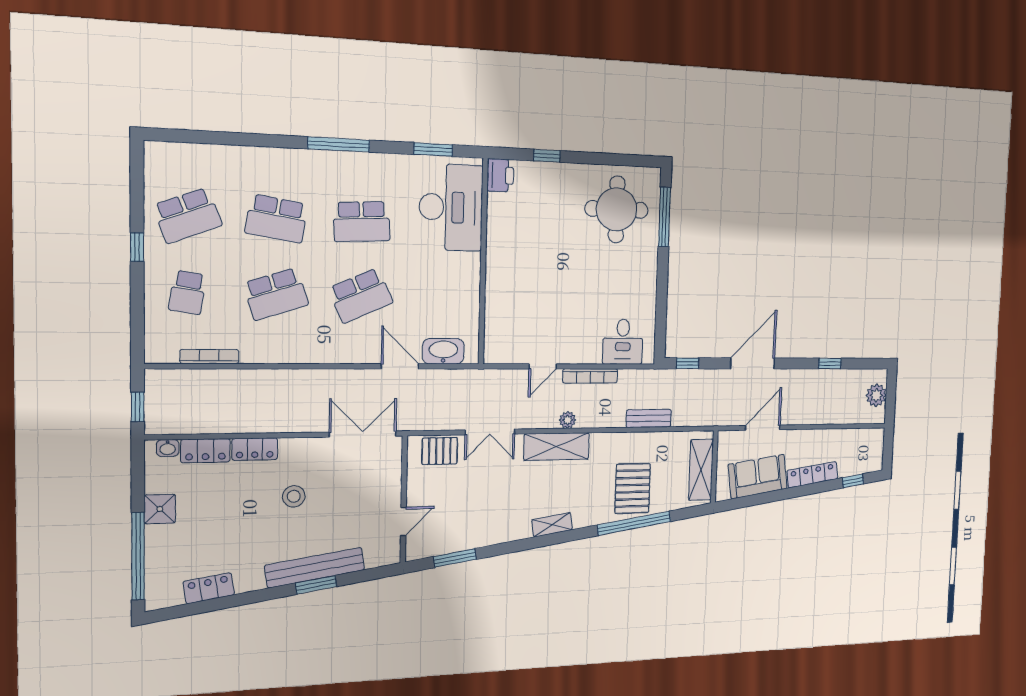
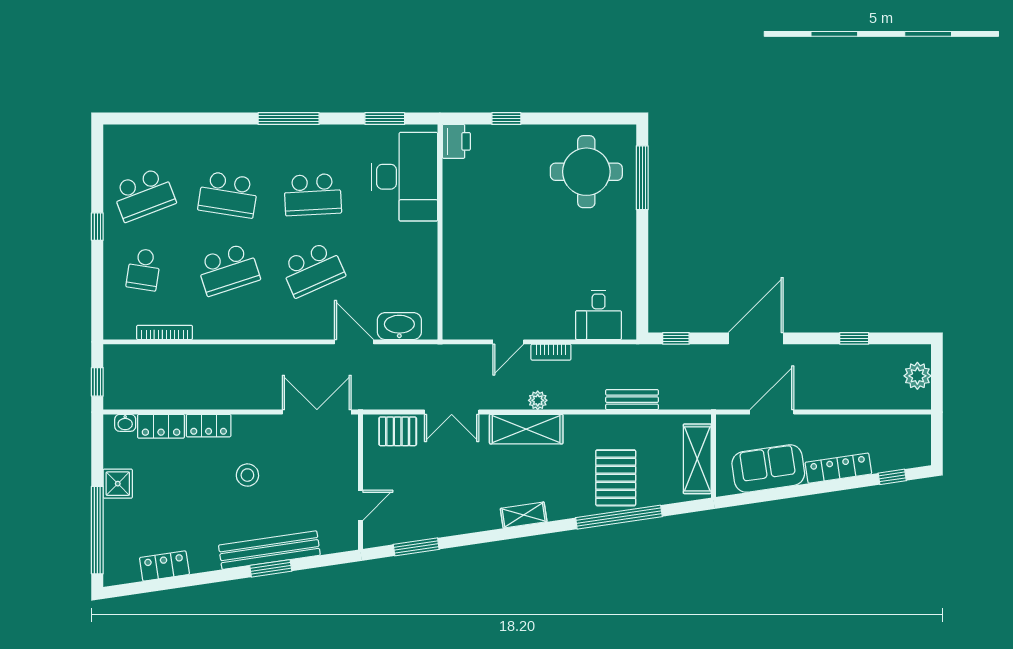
bookcase: (590, 376) -> (551, 352), width x0.64

